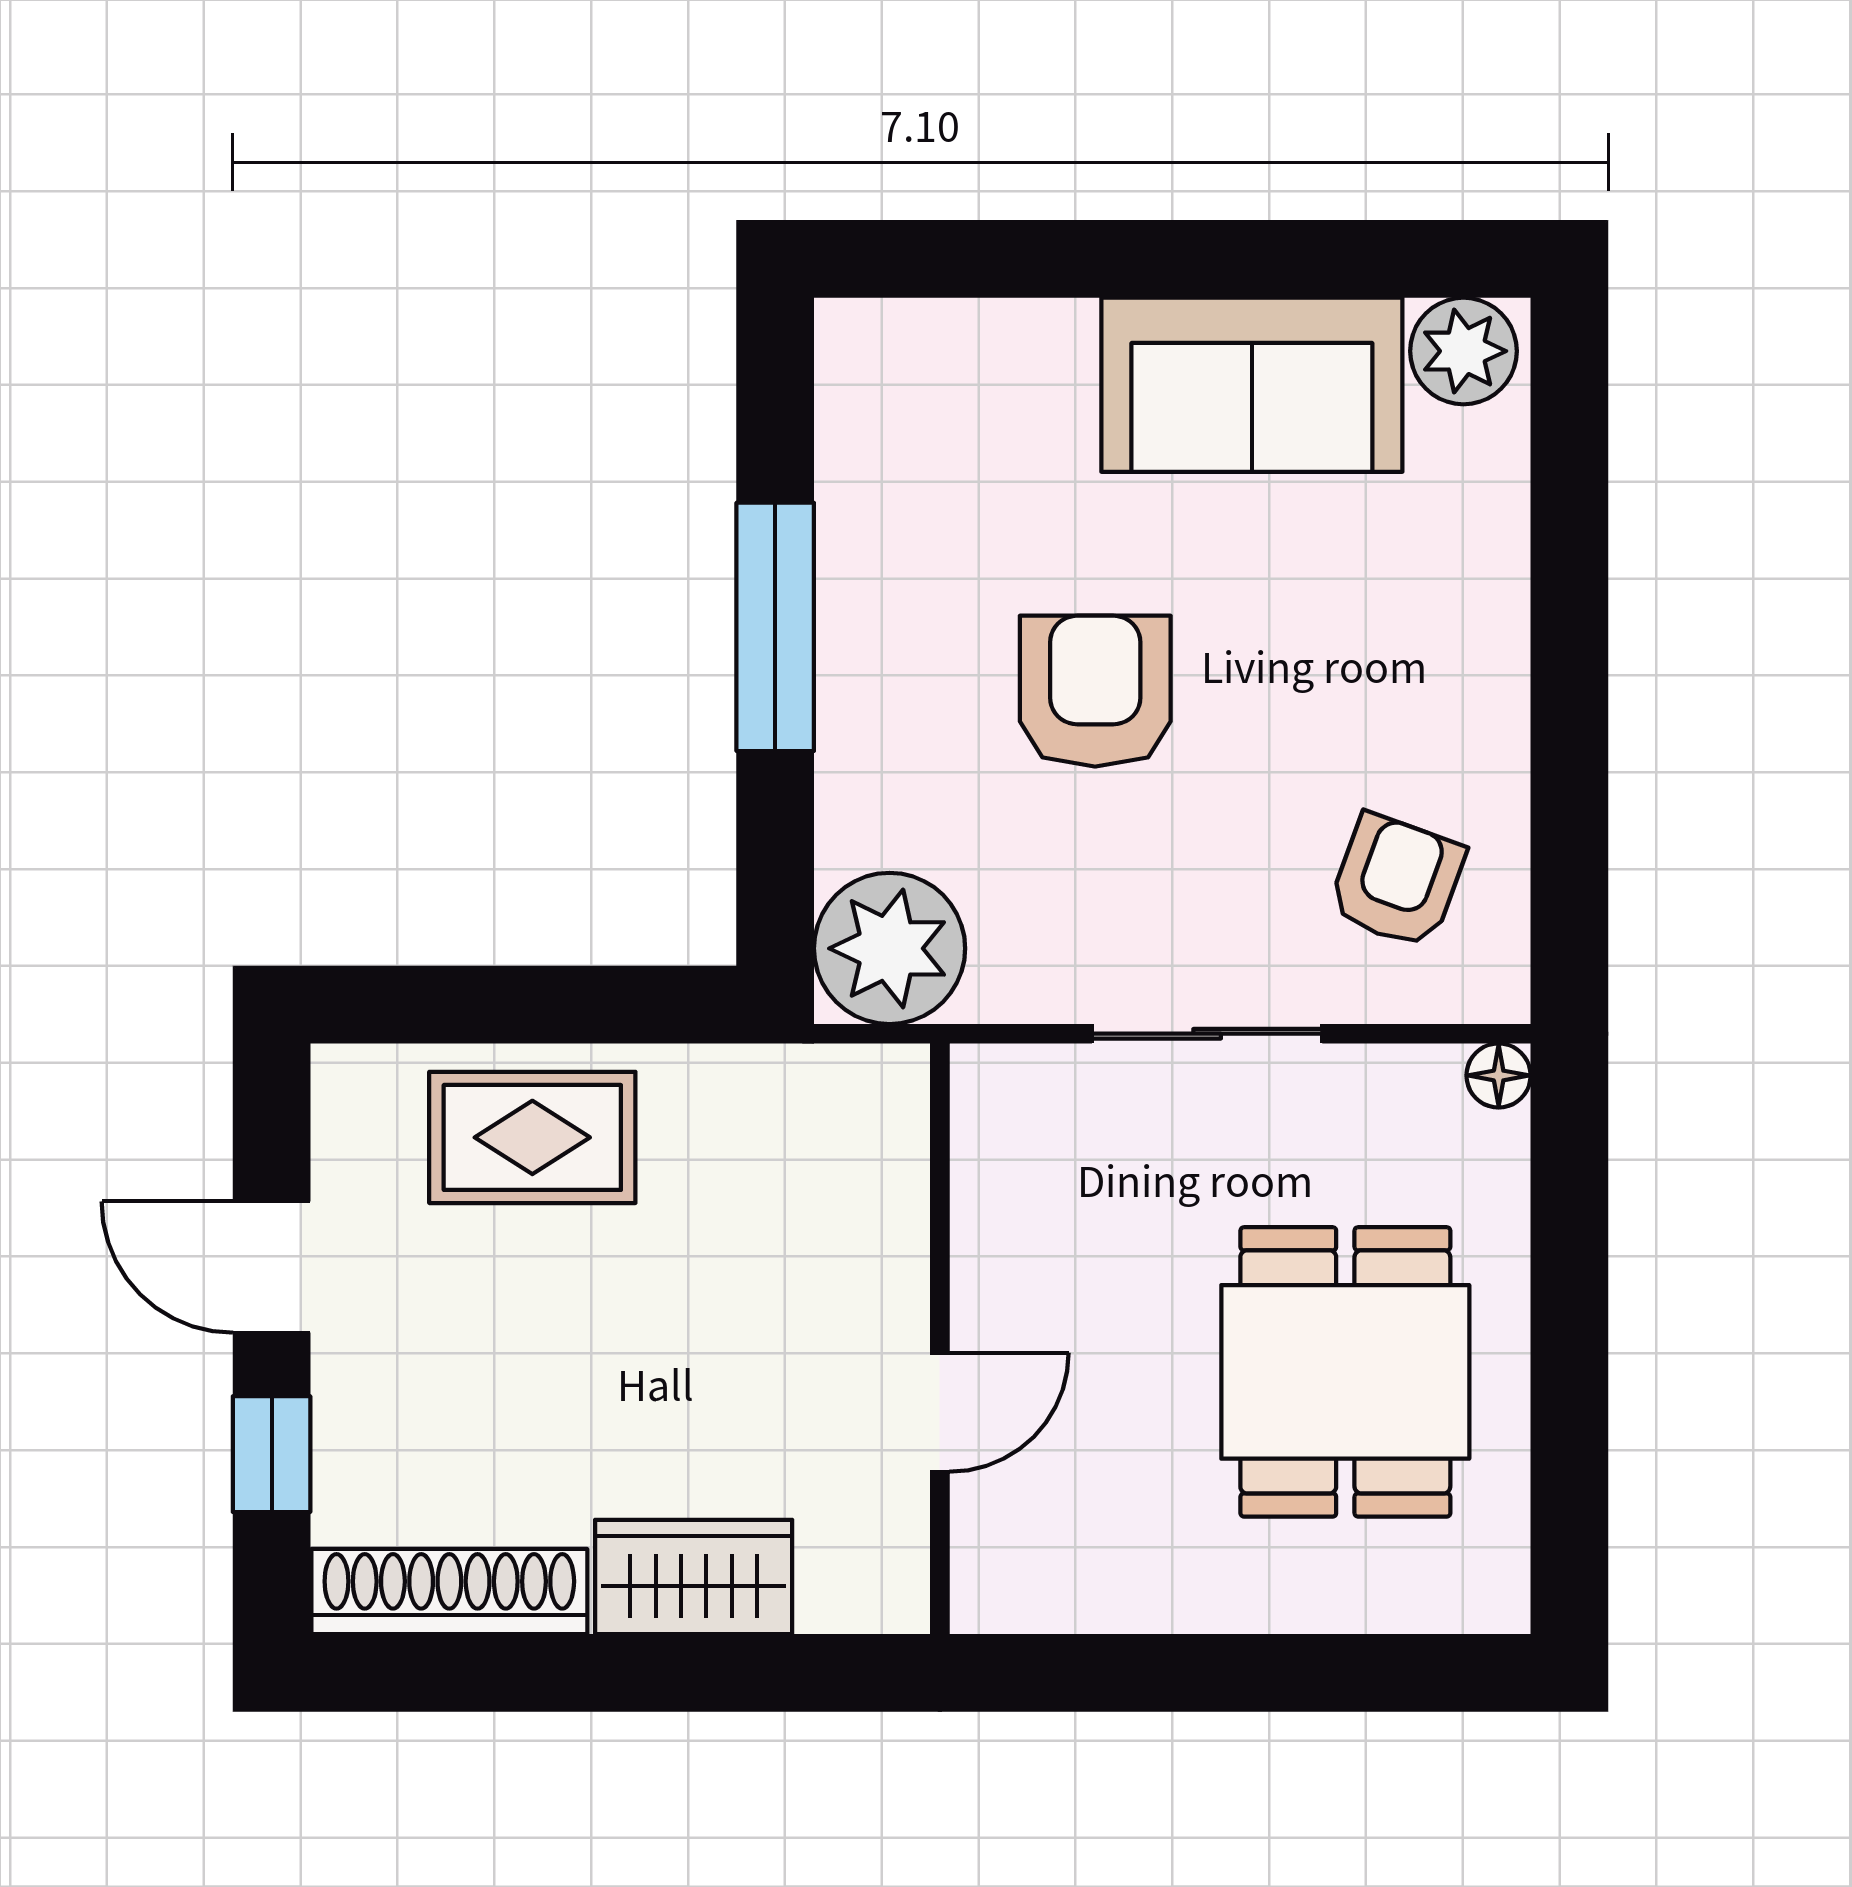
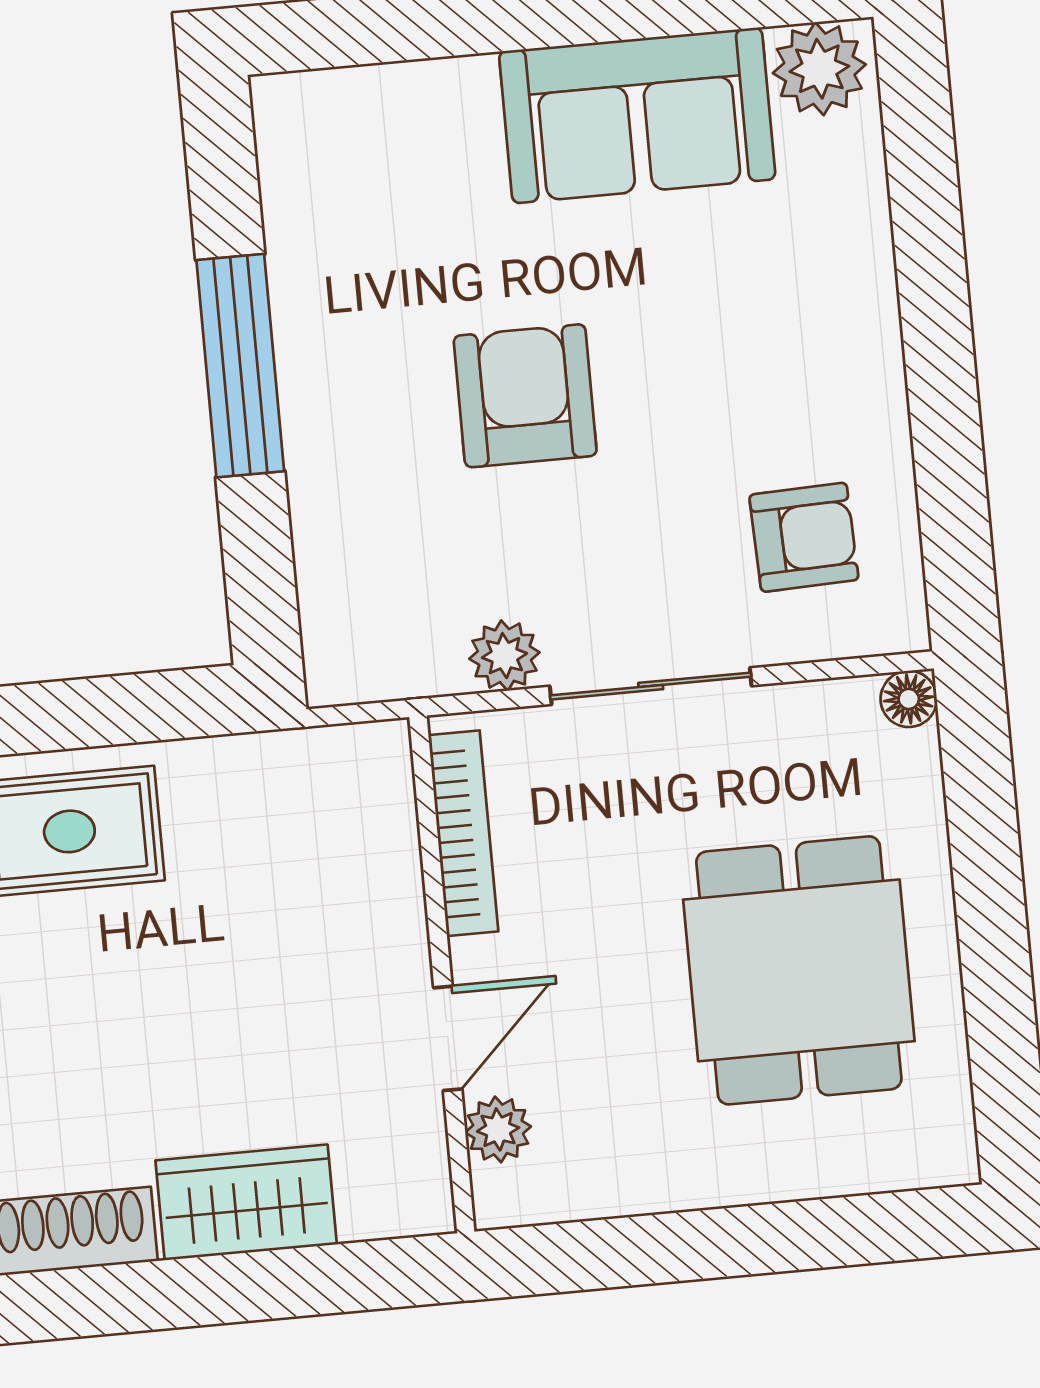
armchair: (1397, 881) -> (804, 537), turned 68
plant: (890, 948) -> (504, 656), moved, width x0.53, depth x0.53
bookcase: (979, 1181) -> (463, 833), added
plant: (987, 1521) -> (498, 1129), added

